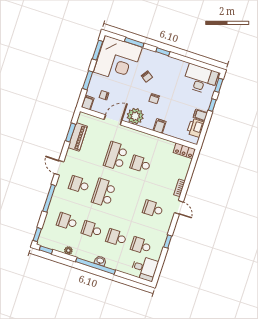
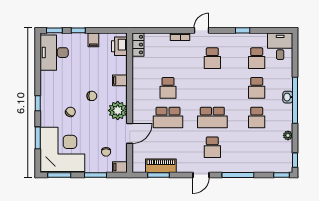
door: (113, 120) -> (130, 133), swing flipped
printer: (195, 128) -> (119, 46), moved, turned 90
school desk: (67, 221) -> (257, 147), removed

